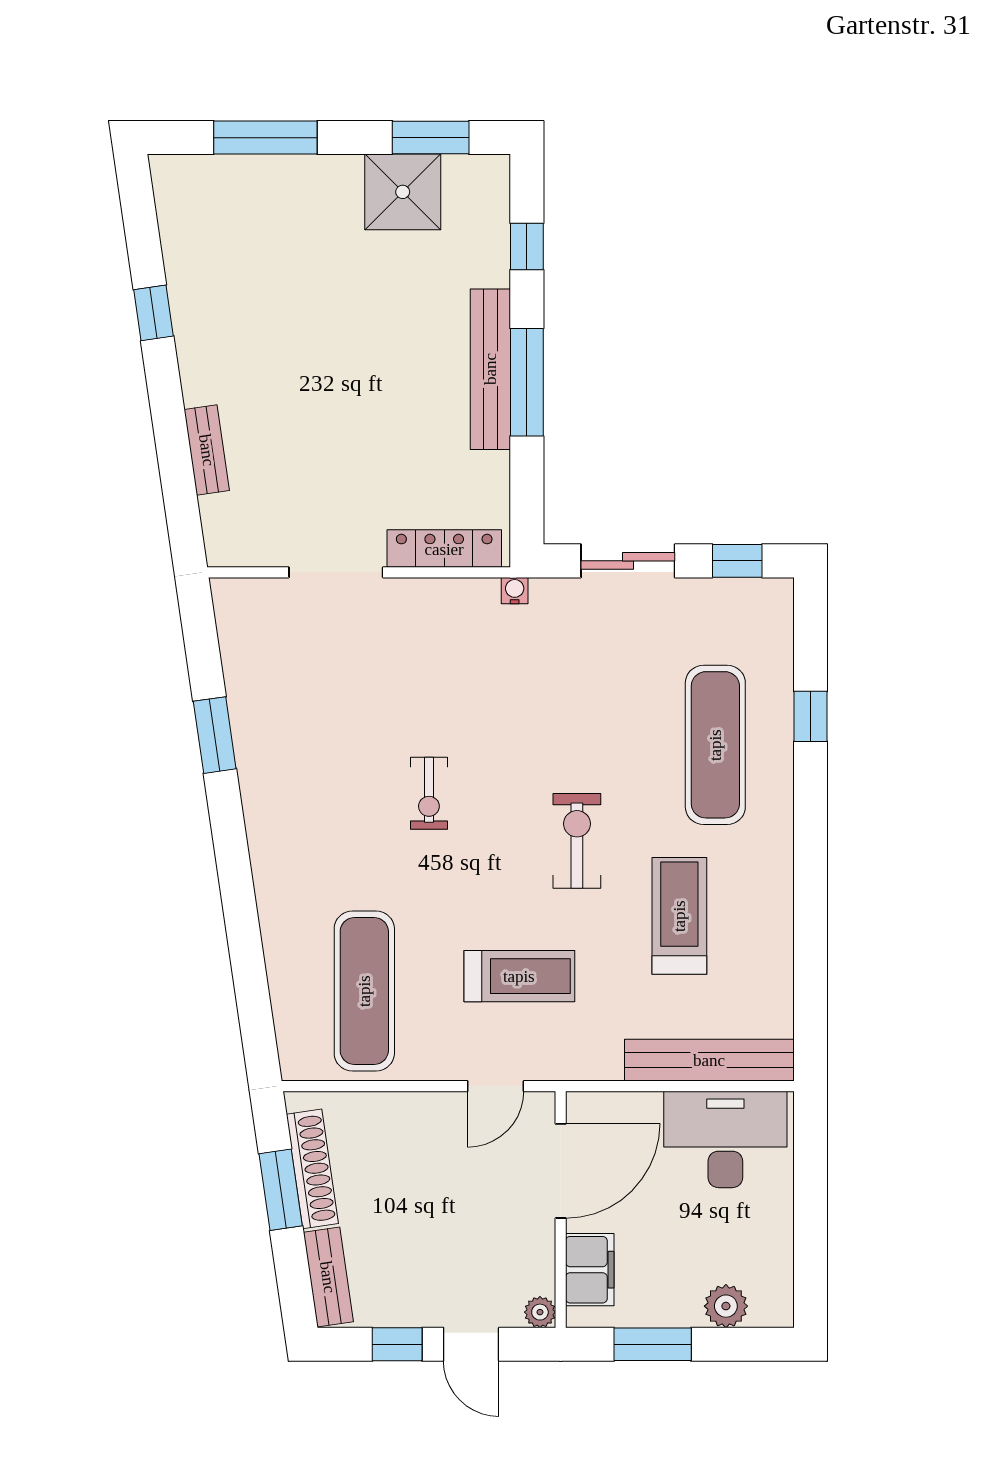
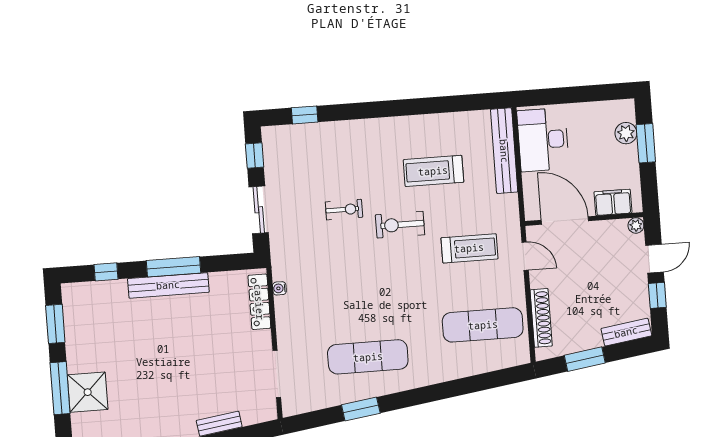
window: (265, 138) -> (60, 388), moved
shower: (403, 192) -> (88, 392), moved
doorway: (336, 572) -> (277, 374), moved
water cooler: (515, 591) -> (279, 288), moved
window: (810, 716) -> (305, 115), moved
exercise mat: (715, 745) -> (368, 357), moved
exercise bike: (429, 793) -> (344, 210), moved
treadmill: (519, 976) -> (469, 248), turned 90
shoe rack: (312, 1169) -> (541, 318), moved, turned 98
window: (653, 1344) -> (646, 143), moved

